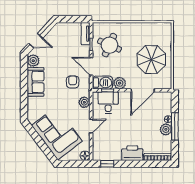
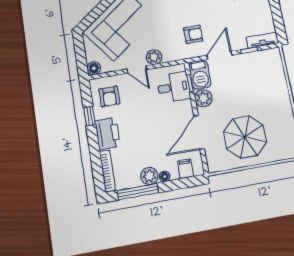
round table: (109, 45) -> (253, 75), removed
door: (143, 90) -> (199, 132), hinge flipped
plant: (84, 102) -> (154, 57), moved
filing cabinet: (166, 104) -> (185, 169), added
window: (175, 126) -> (138, 192), moved
armchair: (107, 148) -> (109, 96), added
window: (107, 164) -> (89, 116), moved

